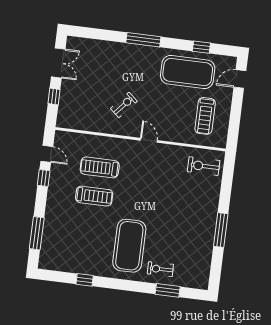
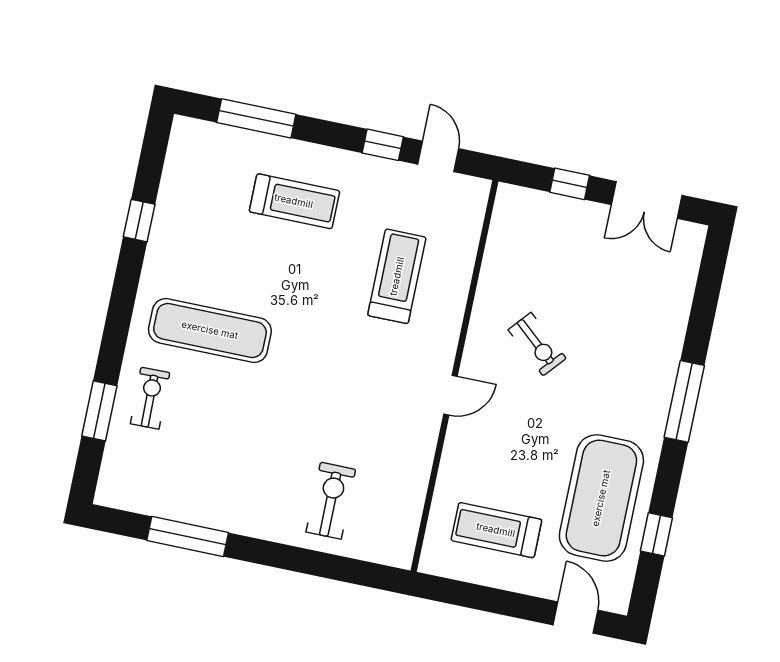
door: (47, 154) -> (438, 156), swing flipped
exercise bike: (204, 166) -> (331, 501), moved
treadmill: (94, 196) -> (294, 201), moved, turned -90
window: (221, 230) -> (188, 537), moved
exercise mat: (129, 246) -> (210, 330), width x0.68

